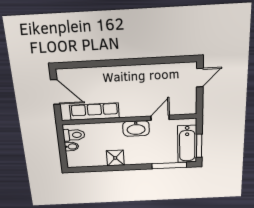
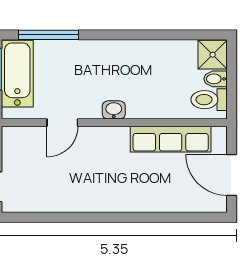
washbasin: (136, 129) -> (114, 110), width x0.52, depth x0.69
shower: (115, 158) -> (213, 55), moved

